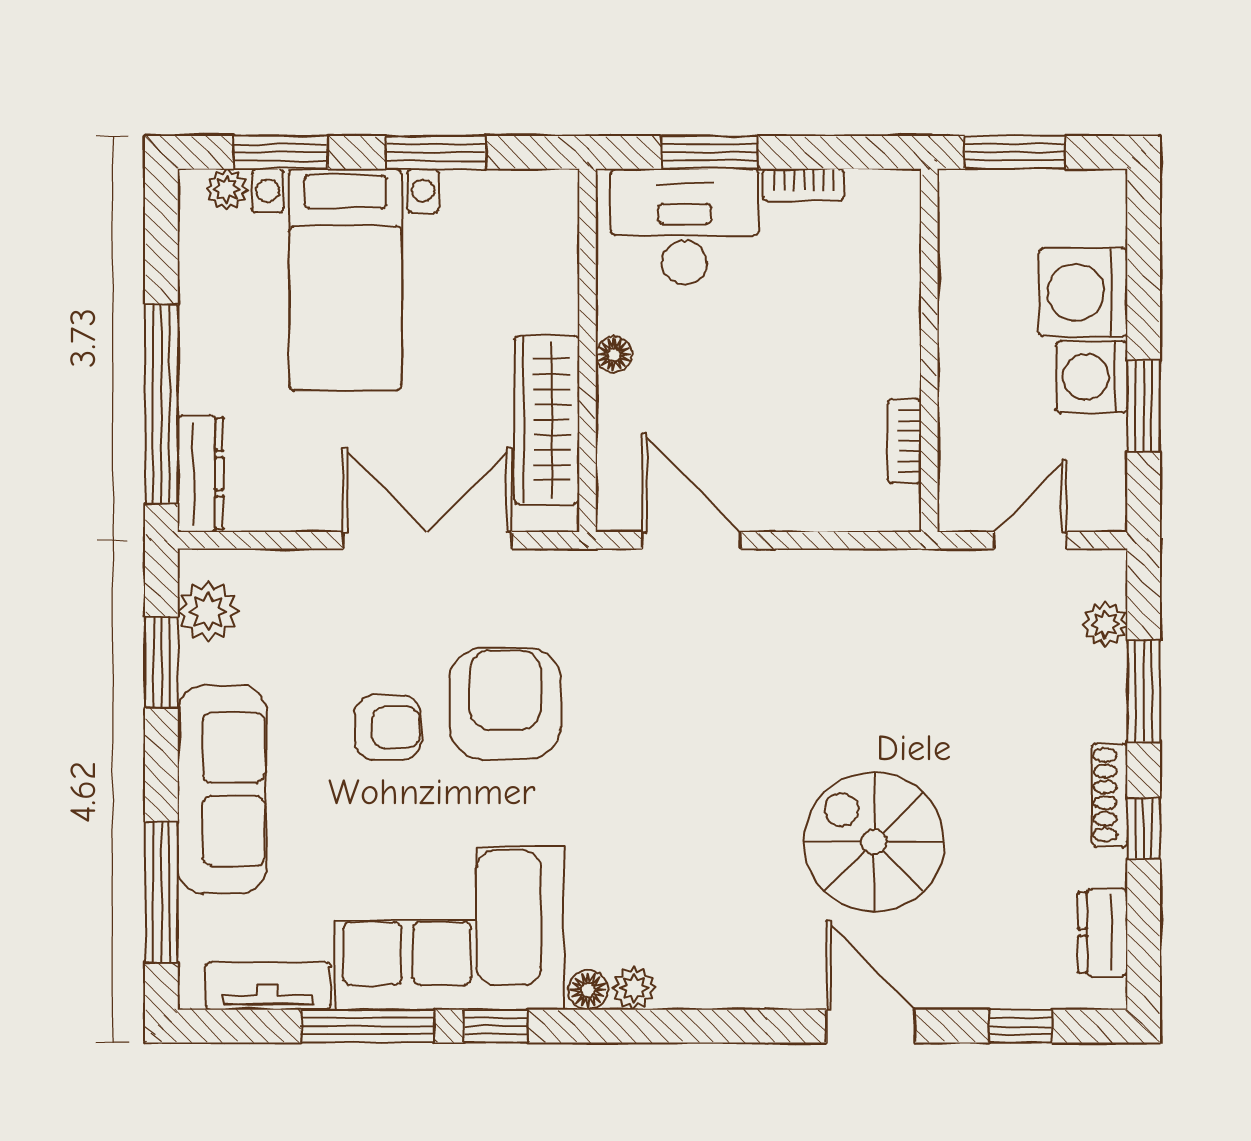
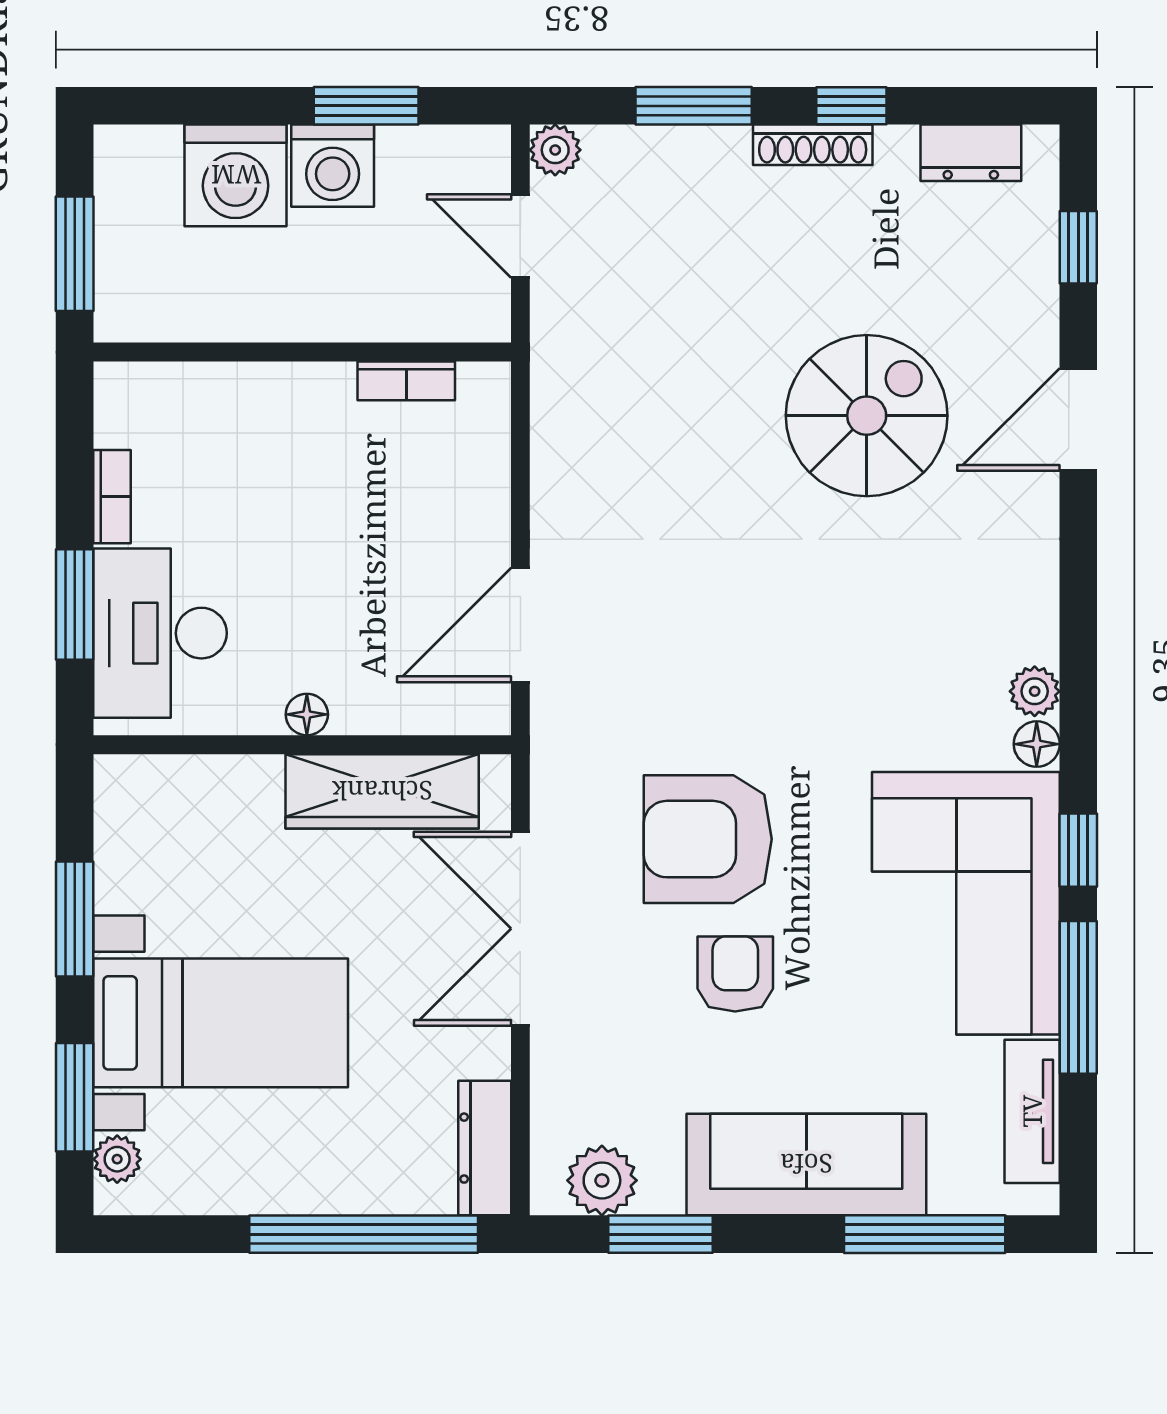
dresser: (201, 474) -> (485, 1148), moved, turned -90
plant: (1105, 624) -> (555, 150), moved
spiral stairs: (874, 842) -> (867, 416), turned 180

